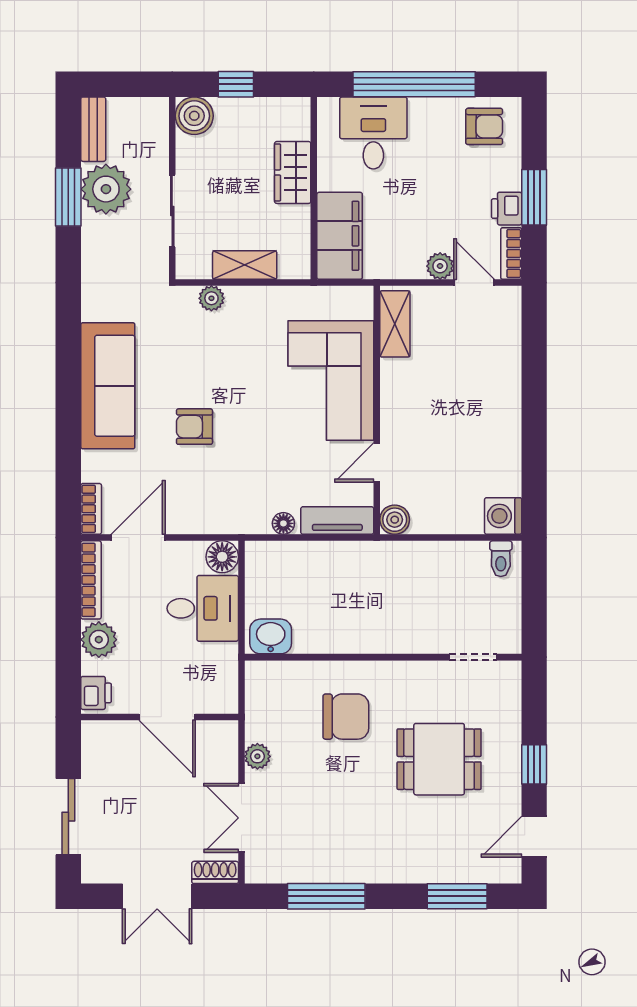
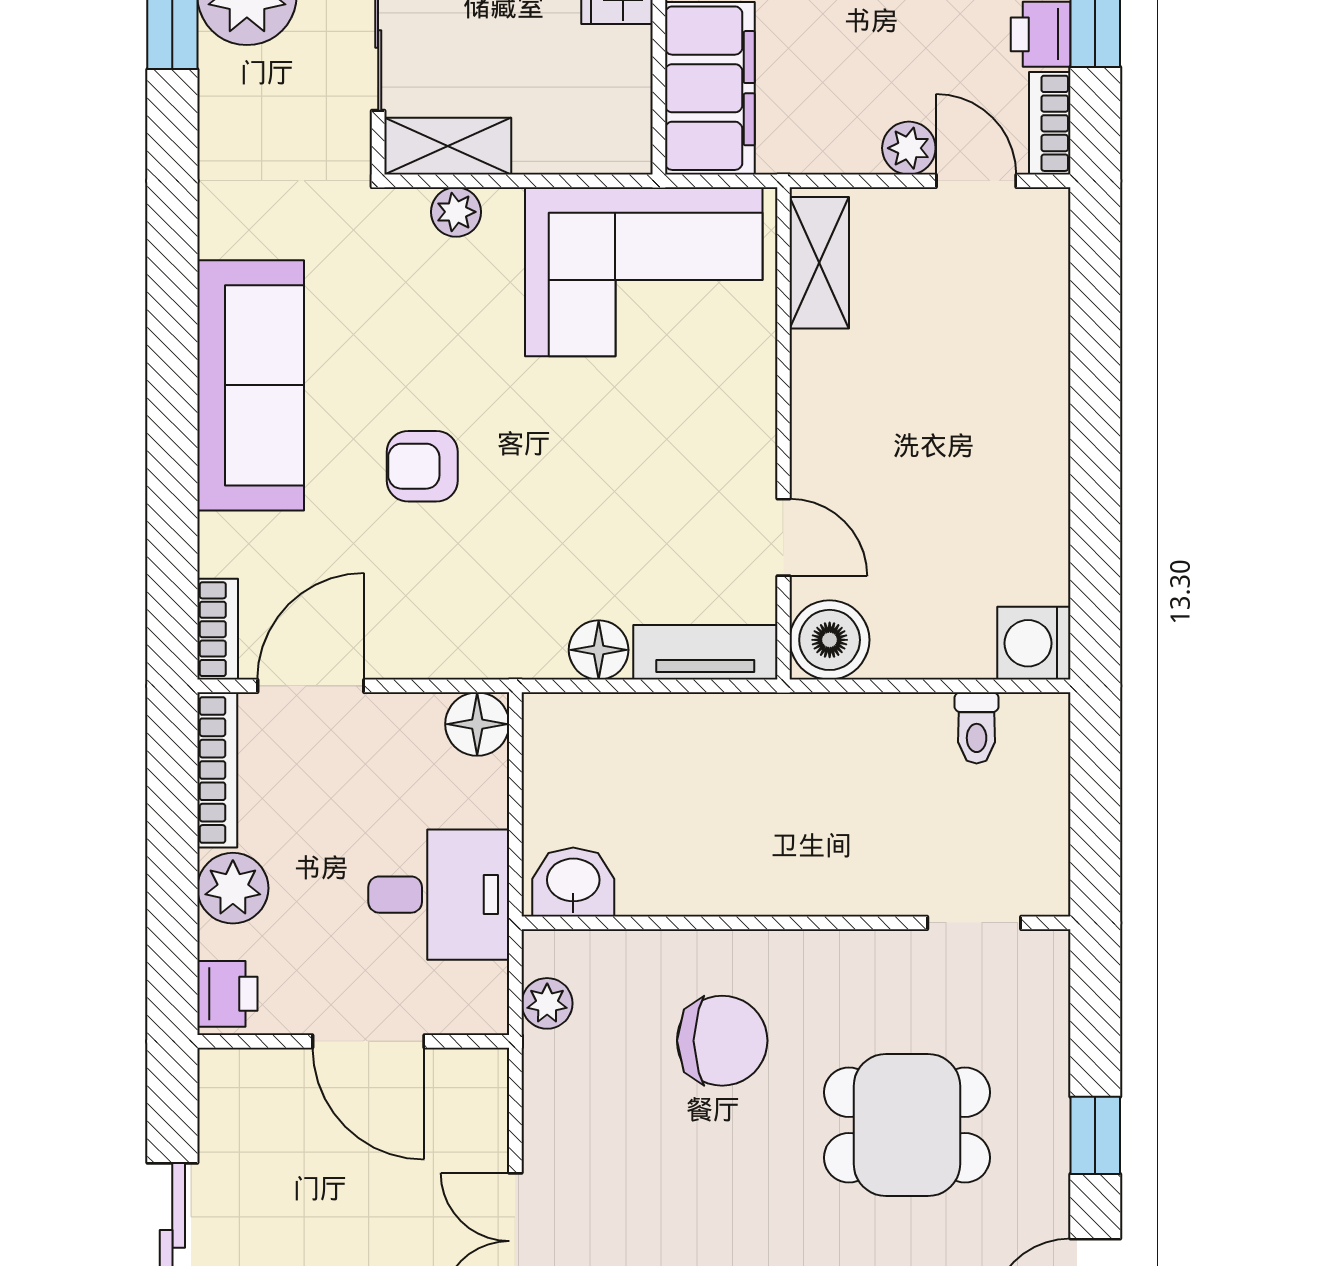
shelving: (245, 265) -> (448, 146), moved
corner sofa: (331, 380) -> (644, 272), moved, turned -90
door: (377, 463) -> (783, 537), swing flipped
boiler: (395, 520) -> (830, 640), width x1.36, depth x1.36
floor lamp: (283, 523) -> (599, 650), width x1.37, depth x1.37
toilet: (501, 559) -> (977, 728), moved
desk: (203, 608) -> (439, 895), moved
plant: (257, 756) -> (547, 1003), moved

